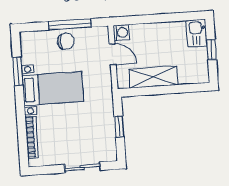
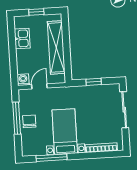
kitchen sink: (197, 33) -> (22, 38), moved, turned -90
window: (18, 71) -> (51, 158), width x1.44
shelving: (153, 77) -> (56, 47), width x1.47
sliding door: (82, 167) -> (124, 110), width x1.37

